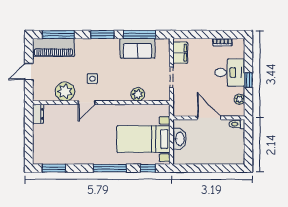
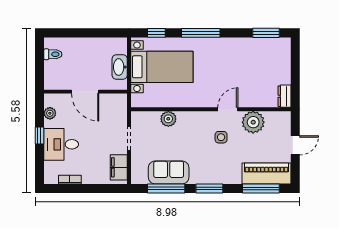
toilet: (237, 124) -> (53, 54), moved

